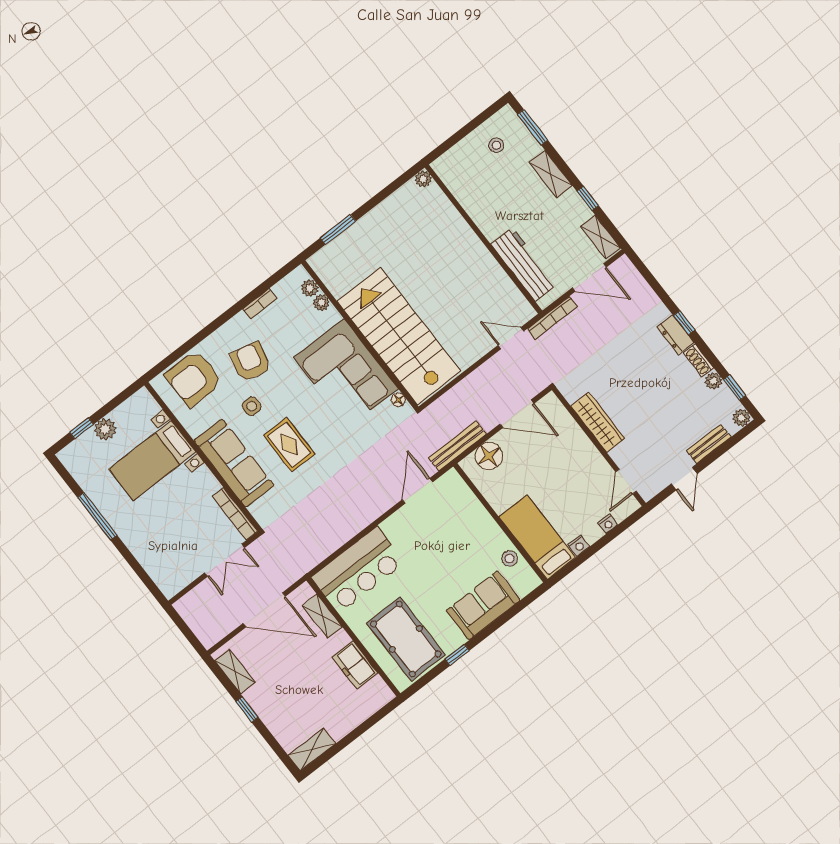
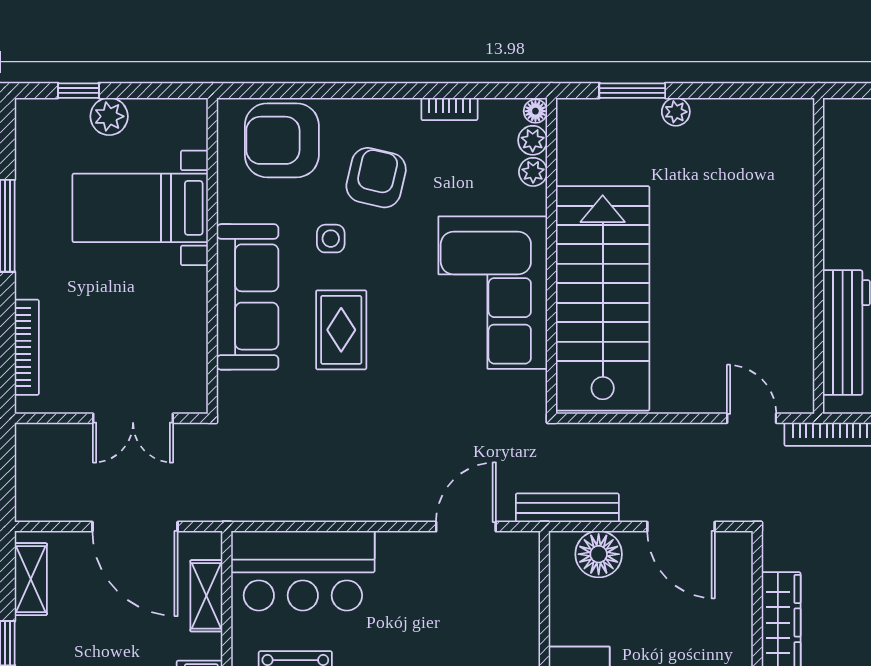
plant: (423, 179) -> (676, 112), moved
floor lamp: (398, 400) -> (535, 111), moved
bookcase: (235, 514) -> (27, 347), moved, turned 180

